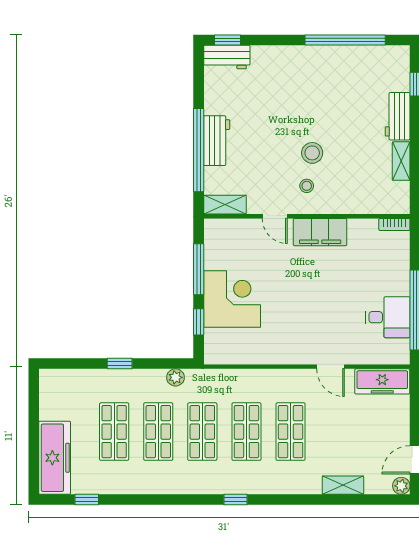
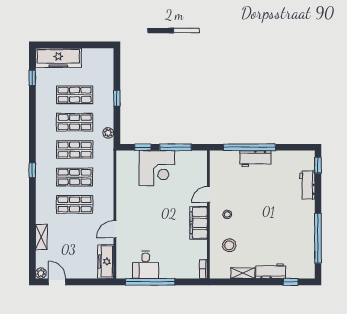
workbench: (227, 57) -> (307, 185), moved
stool: (312, 153) -> (229, 245), moved
shelving: (225, 205) -> (216, 164), removed

